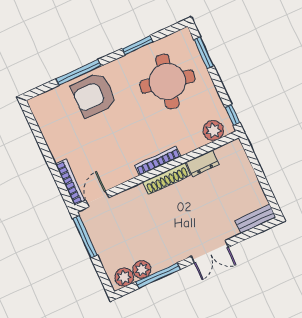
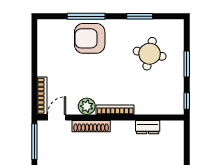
window: (204, 53) -> (187, 64), moved
round table: (167, 81) -> (150, 54), width x0.73, depth x0.73
plant: (213, 131) -> (87, 106), moved
shoe rack: (167, 179) -> (91, 126), moved

